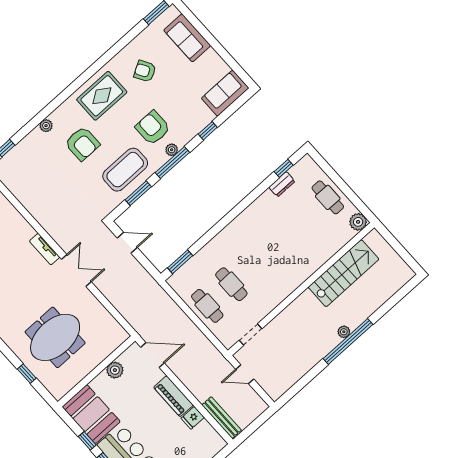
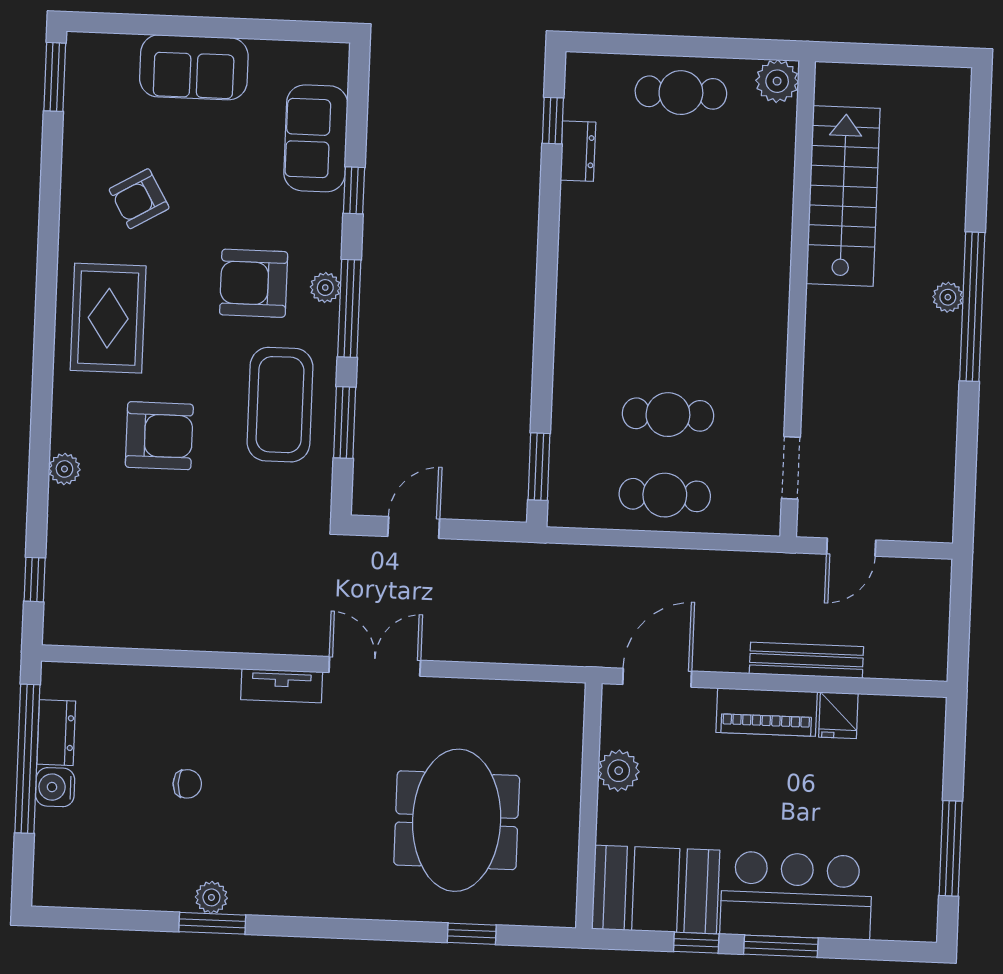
sofa: (187, 38) -> (194, 67), moved
sofa: (225, 93) -> (316, 138), moved
bench: (222, 418) -> (806, 660), moved

